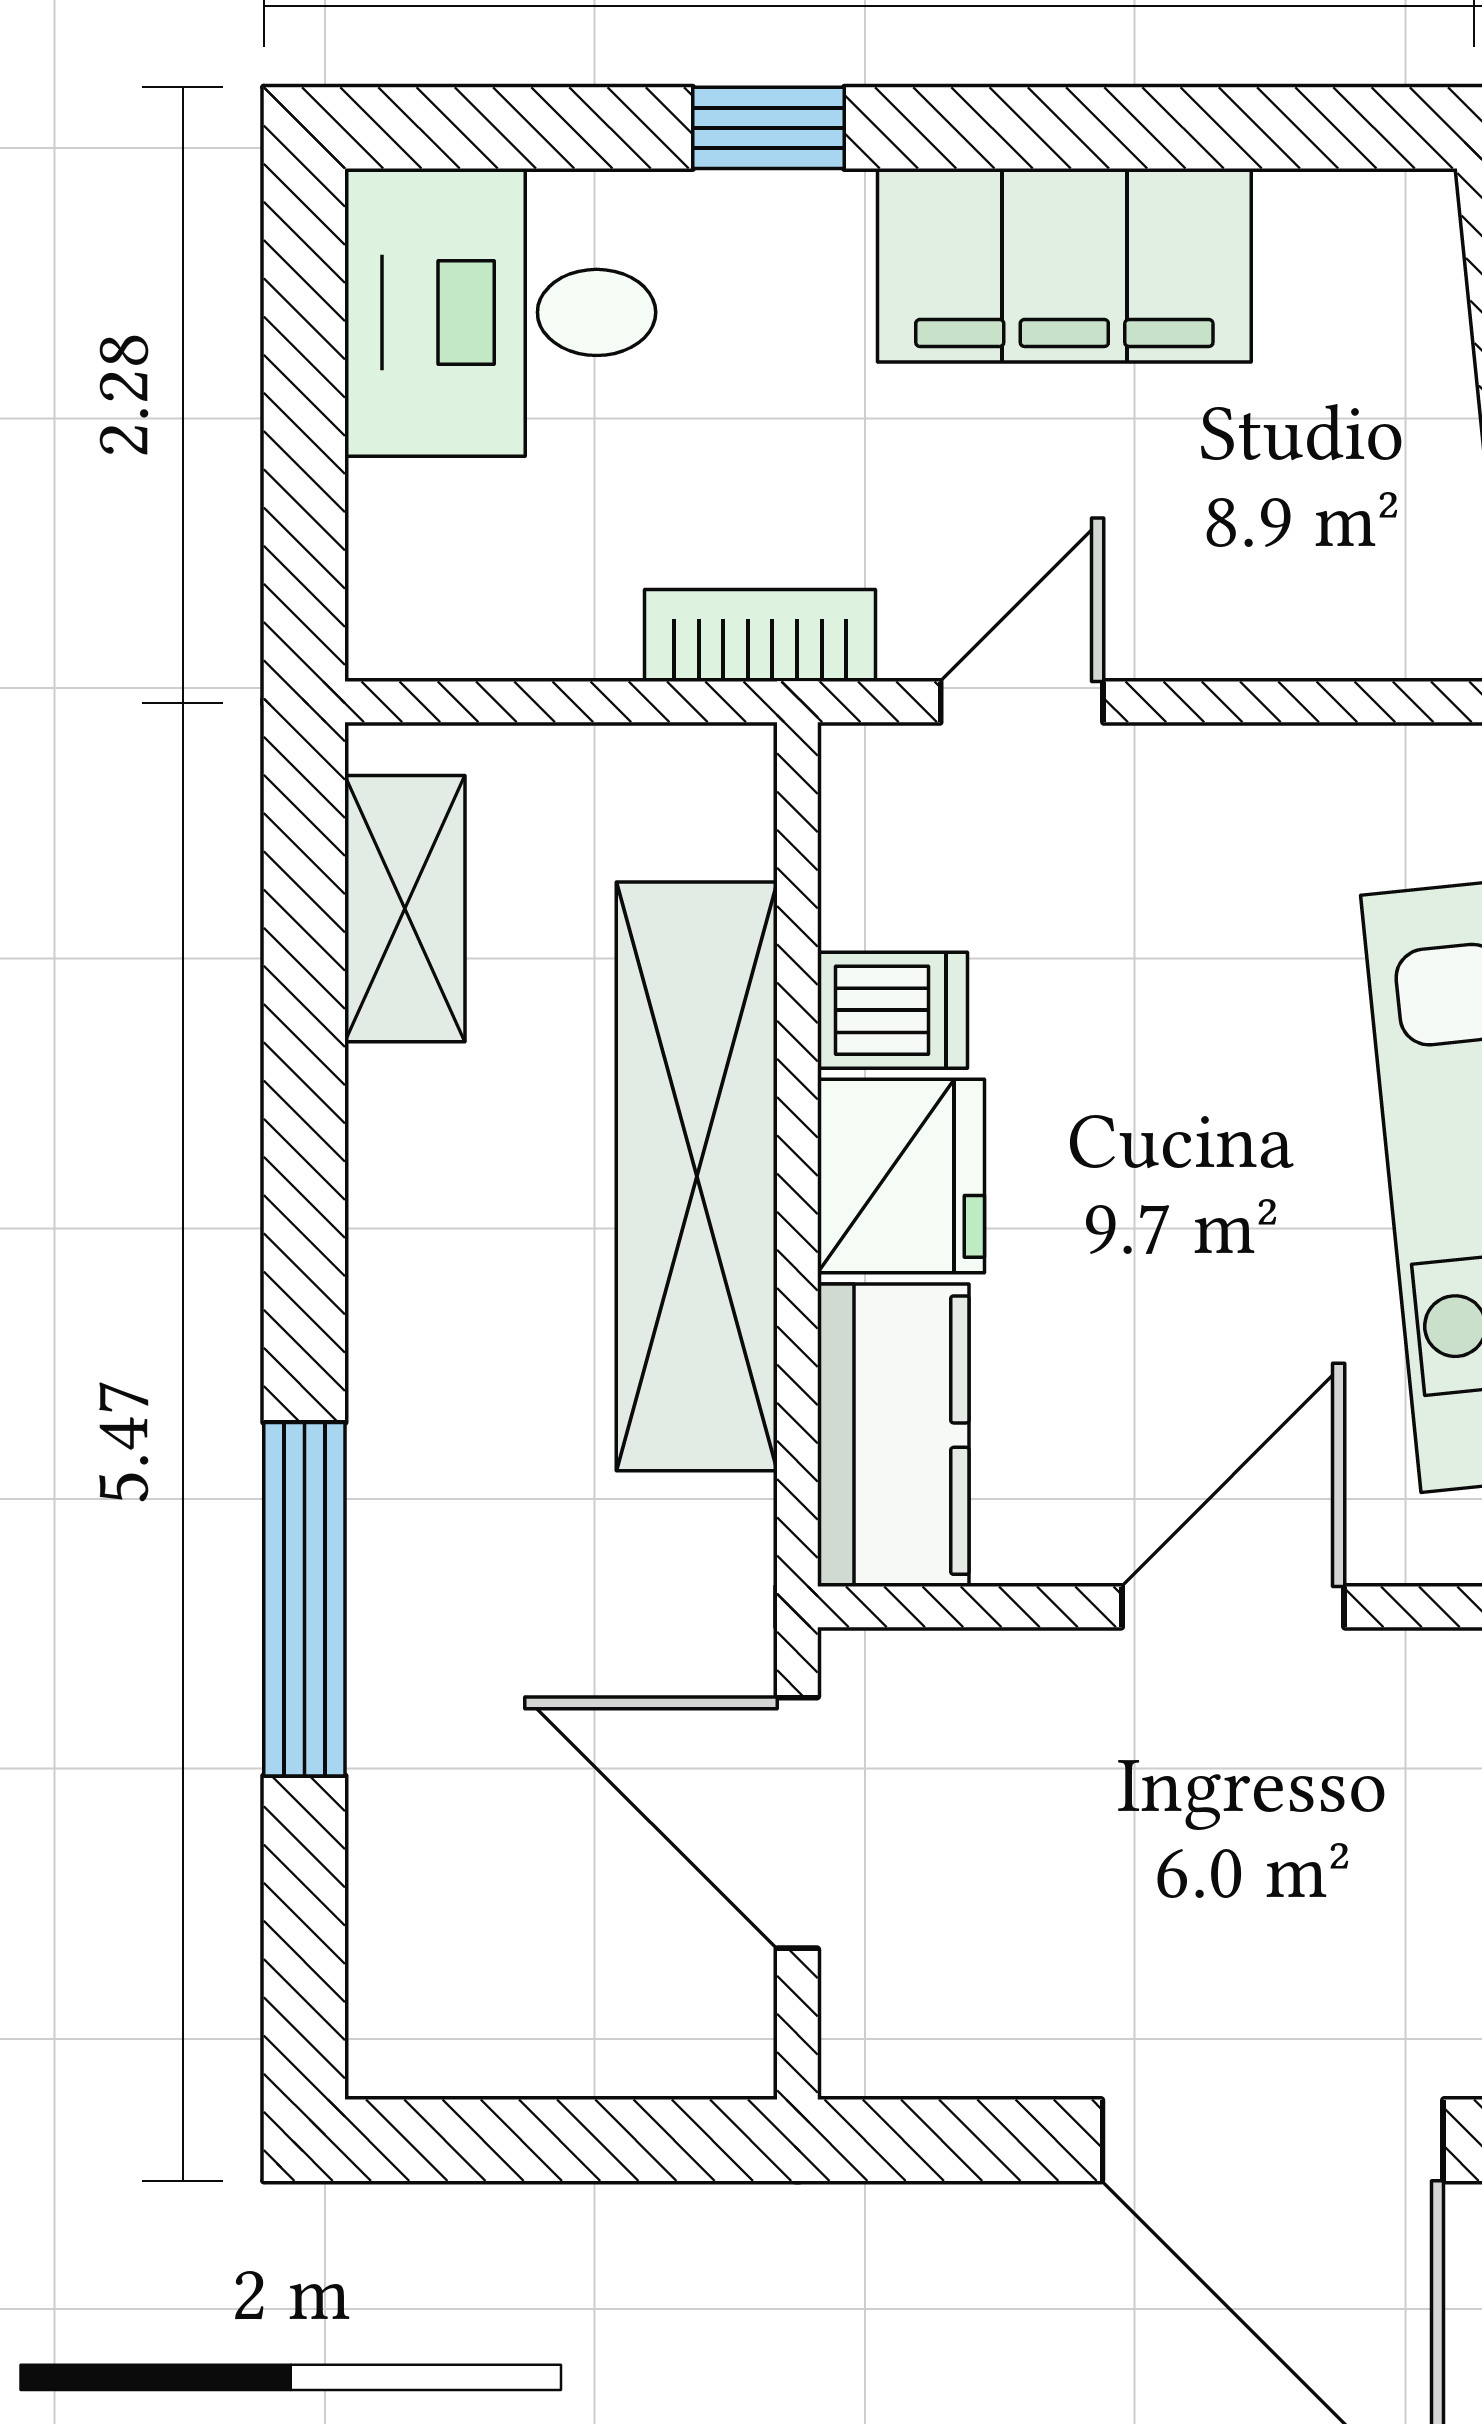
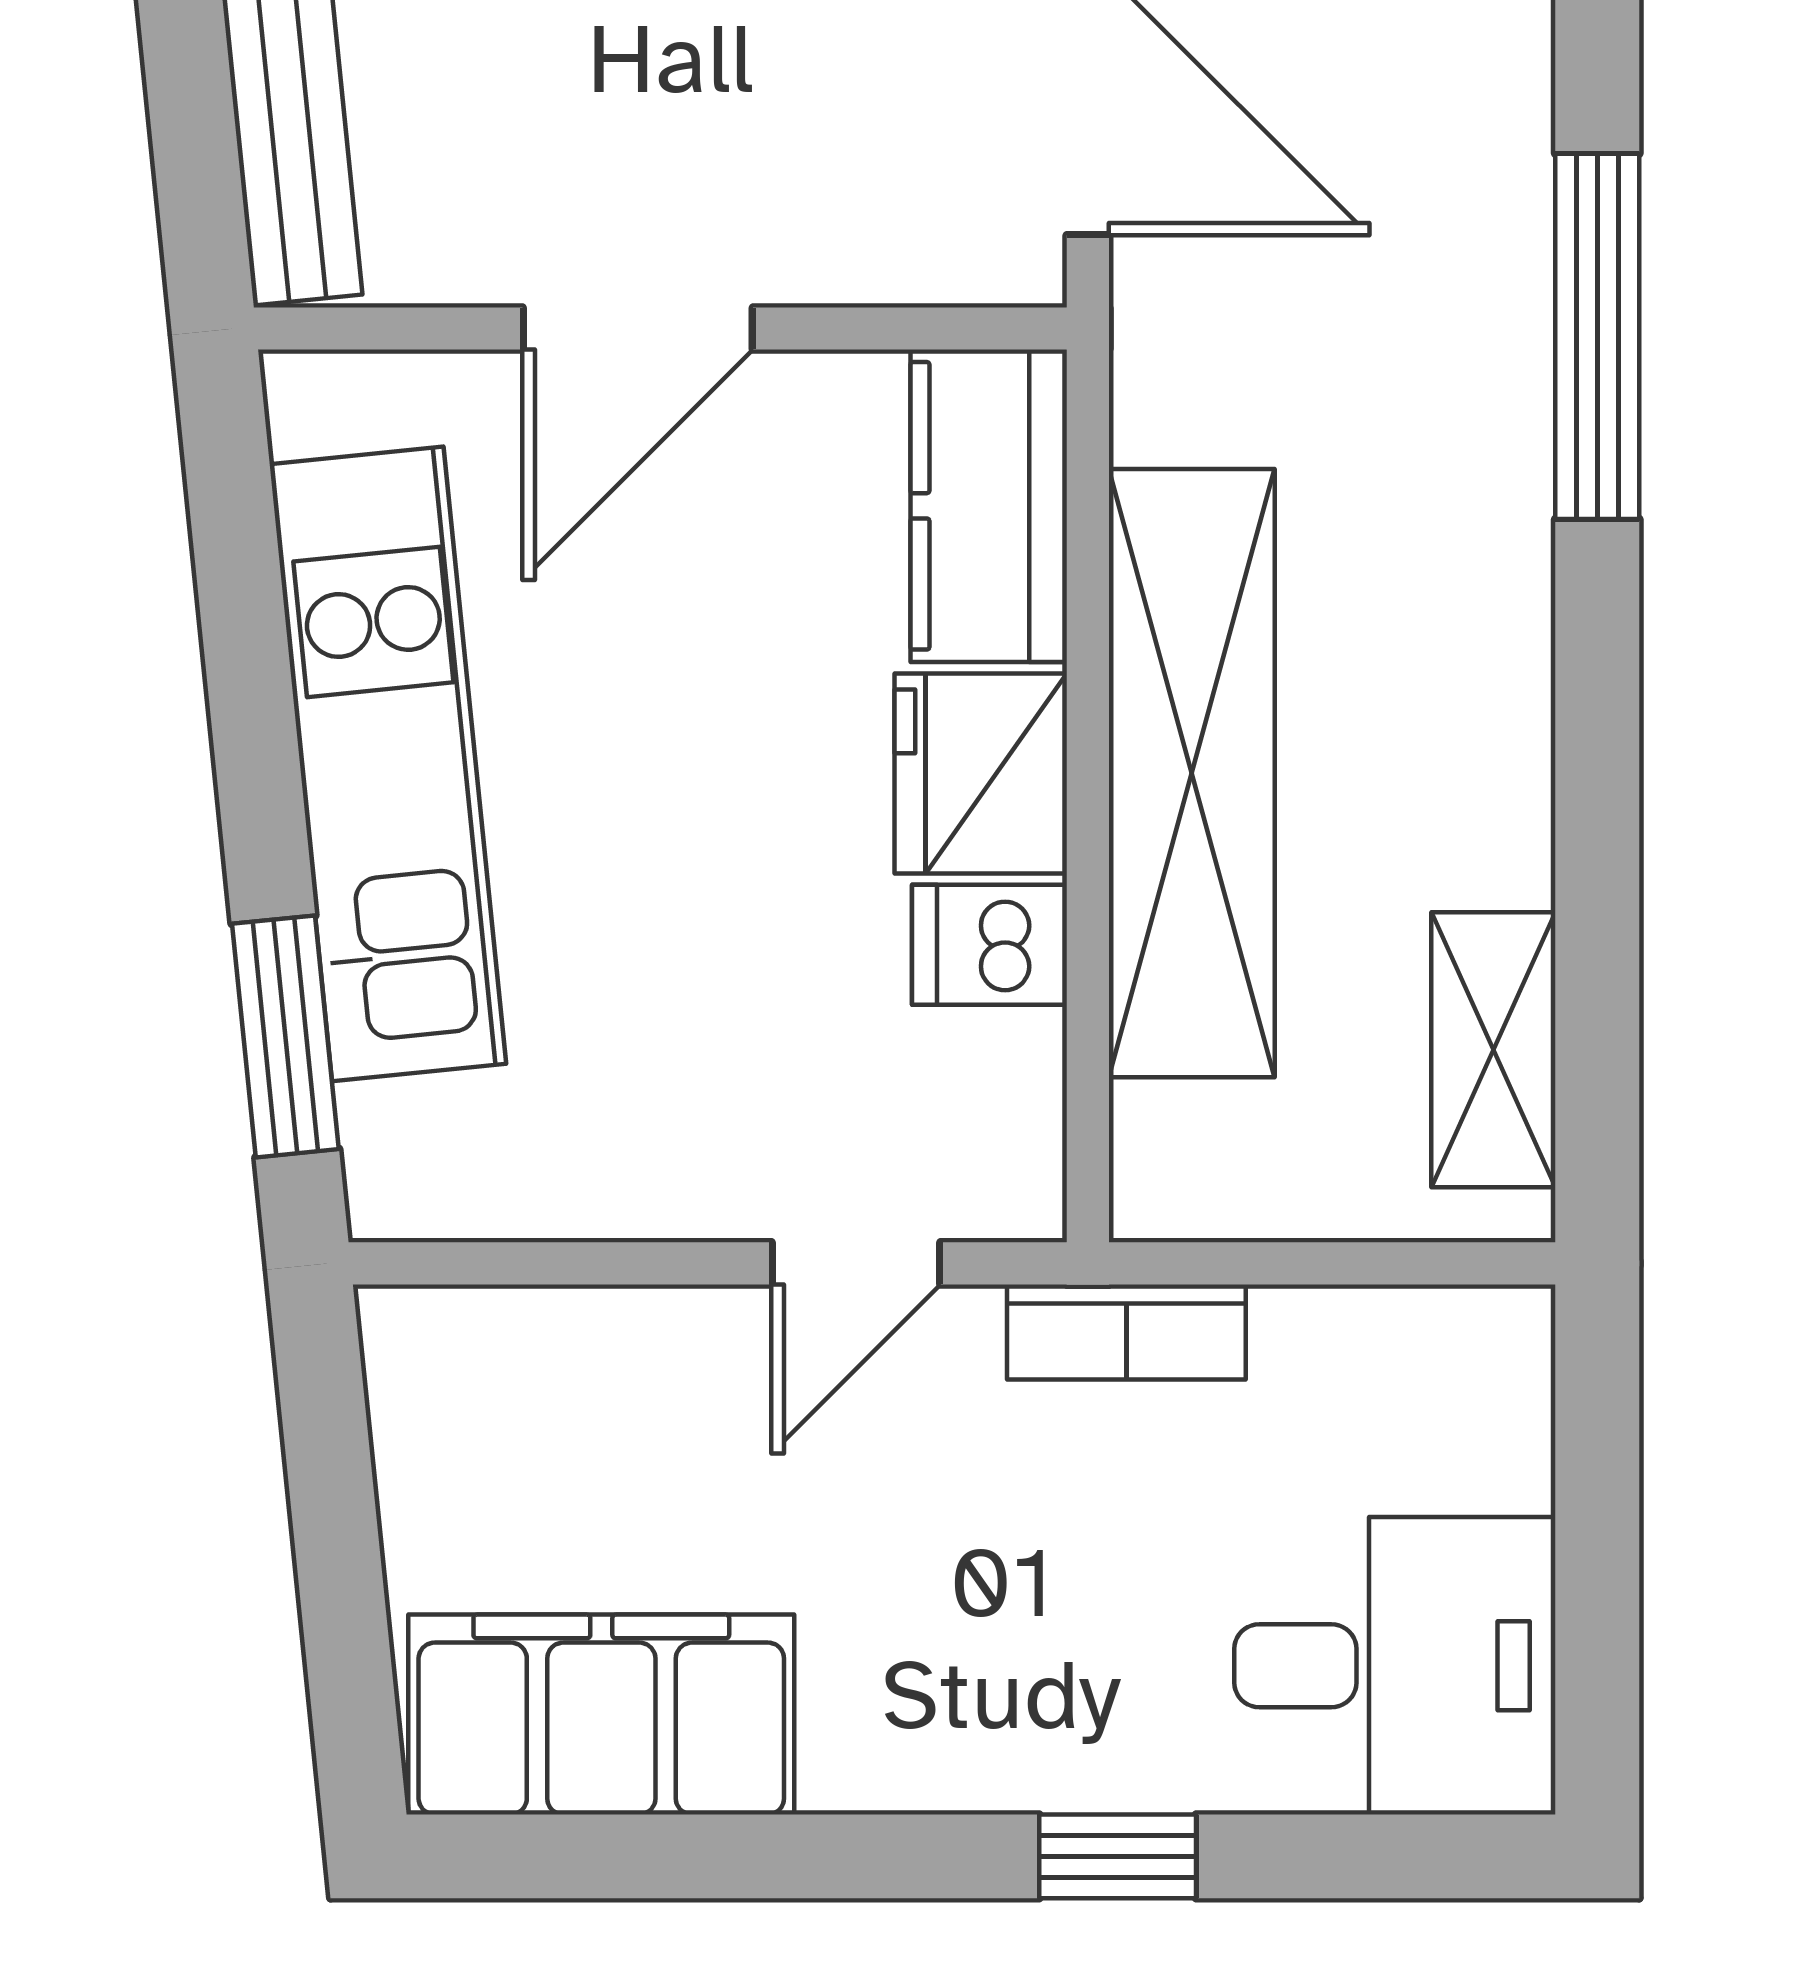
filing cabinet: (1064, 265) -> (601, 1714), moved

